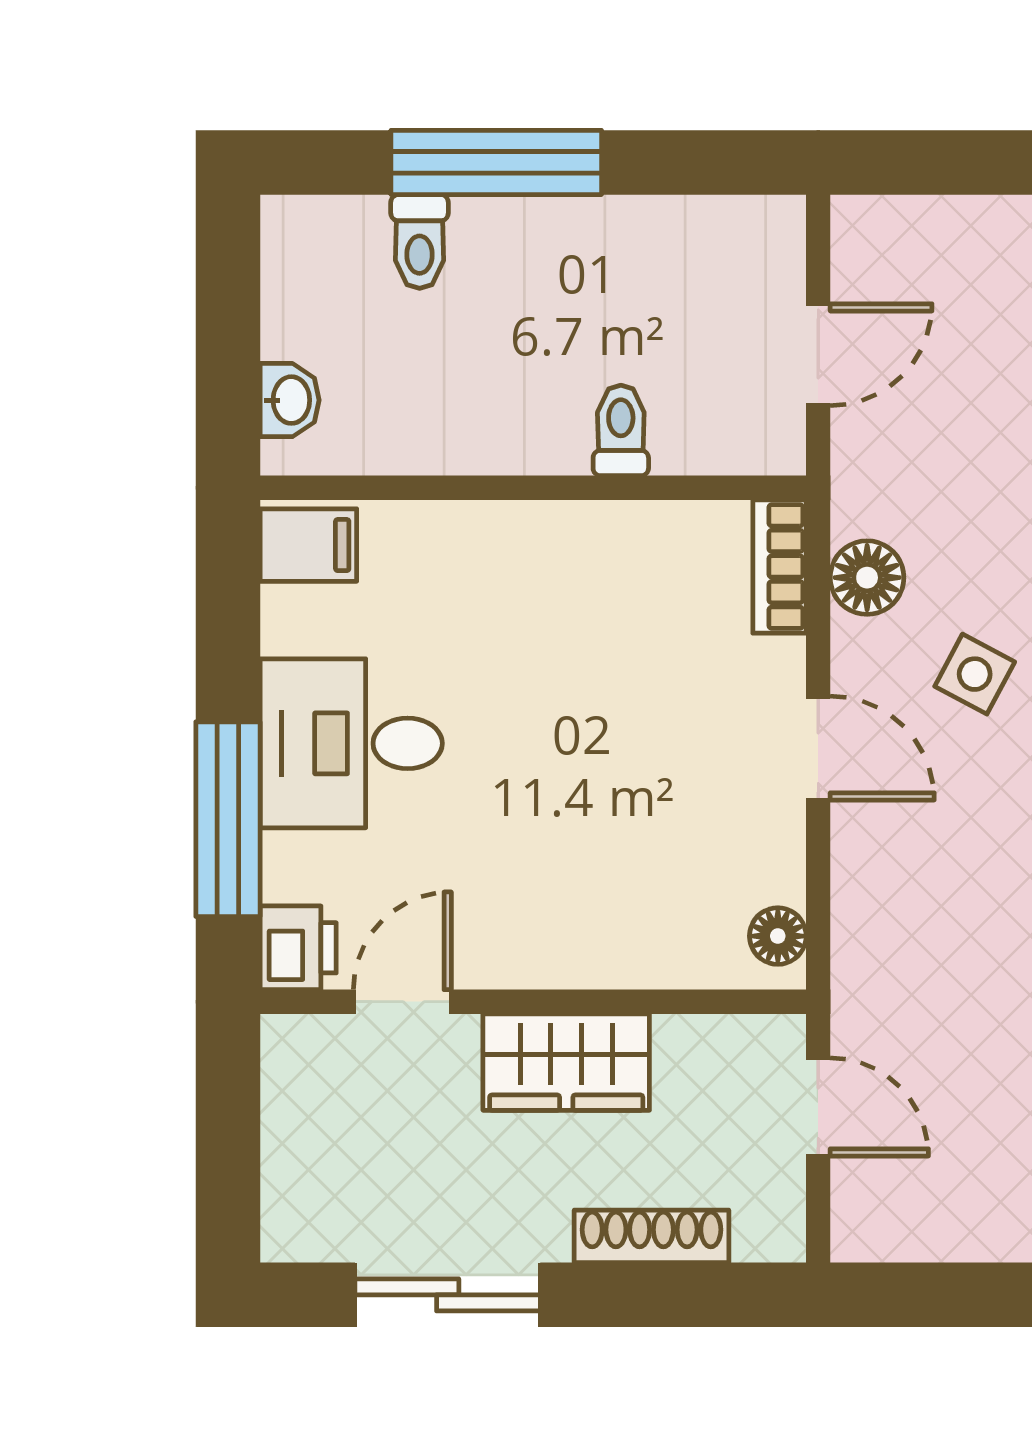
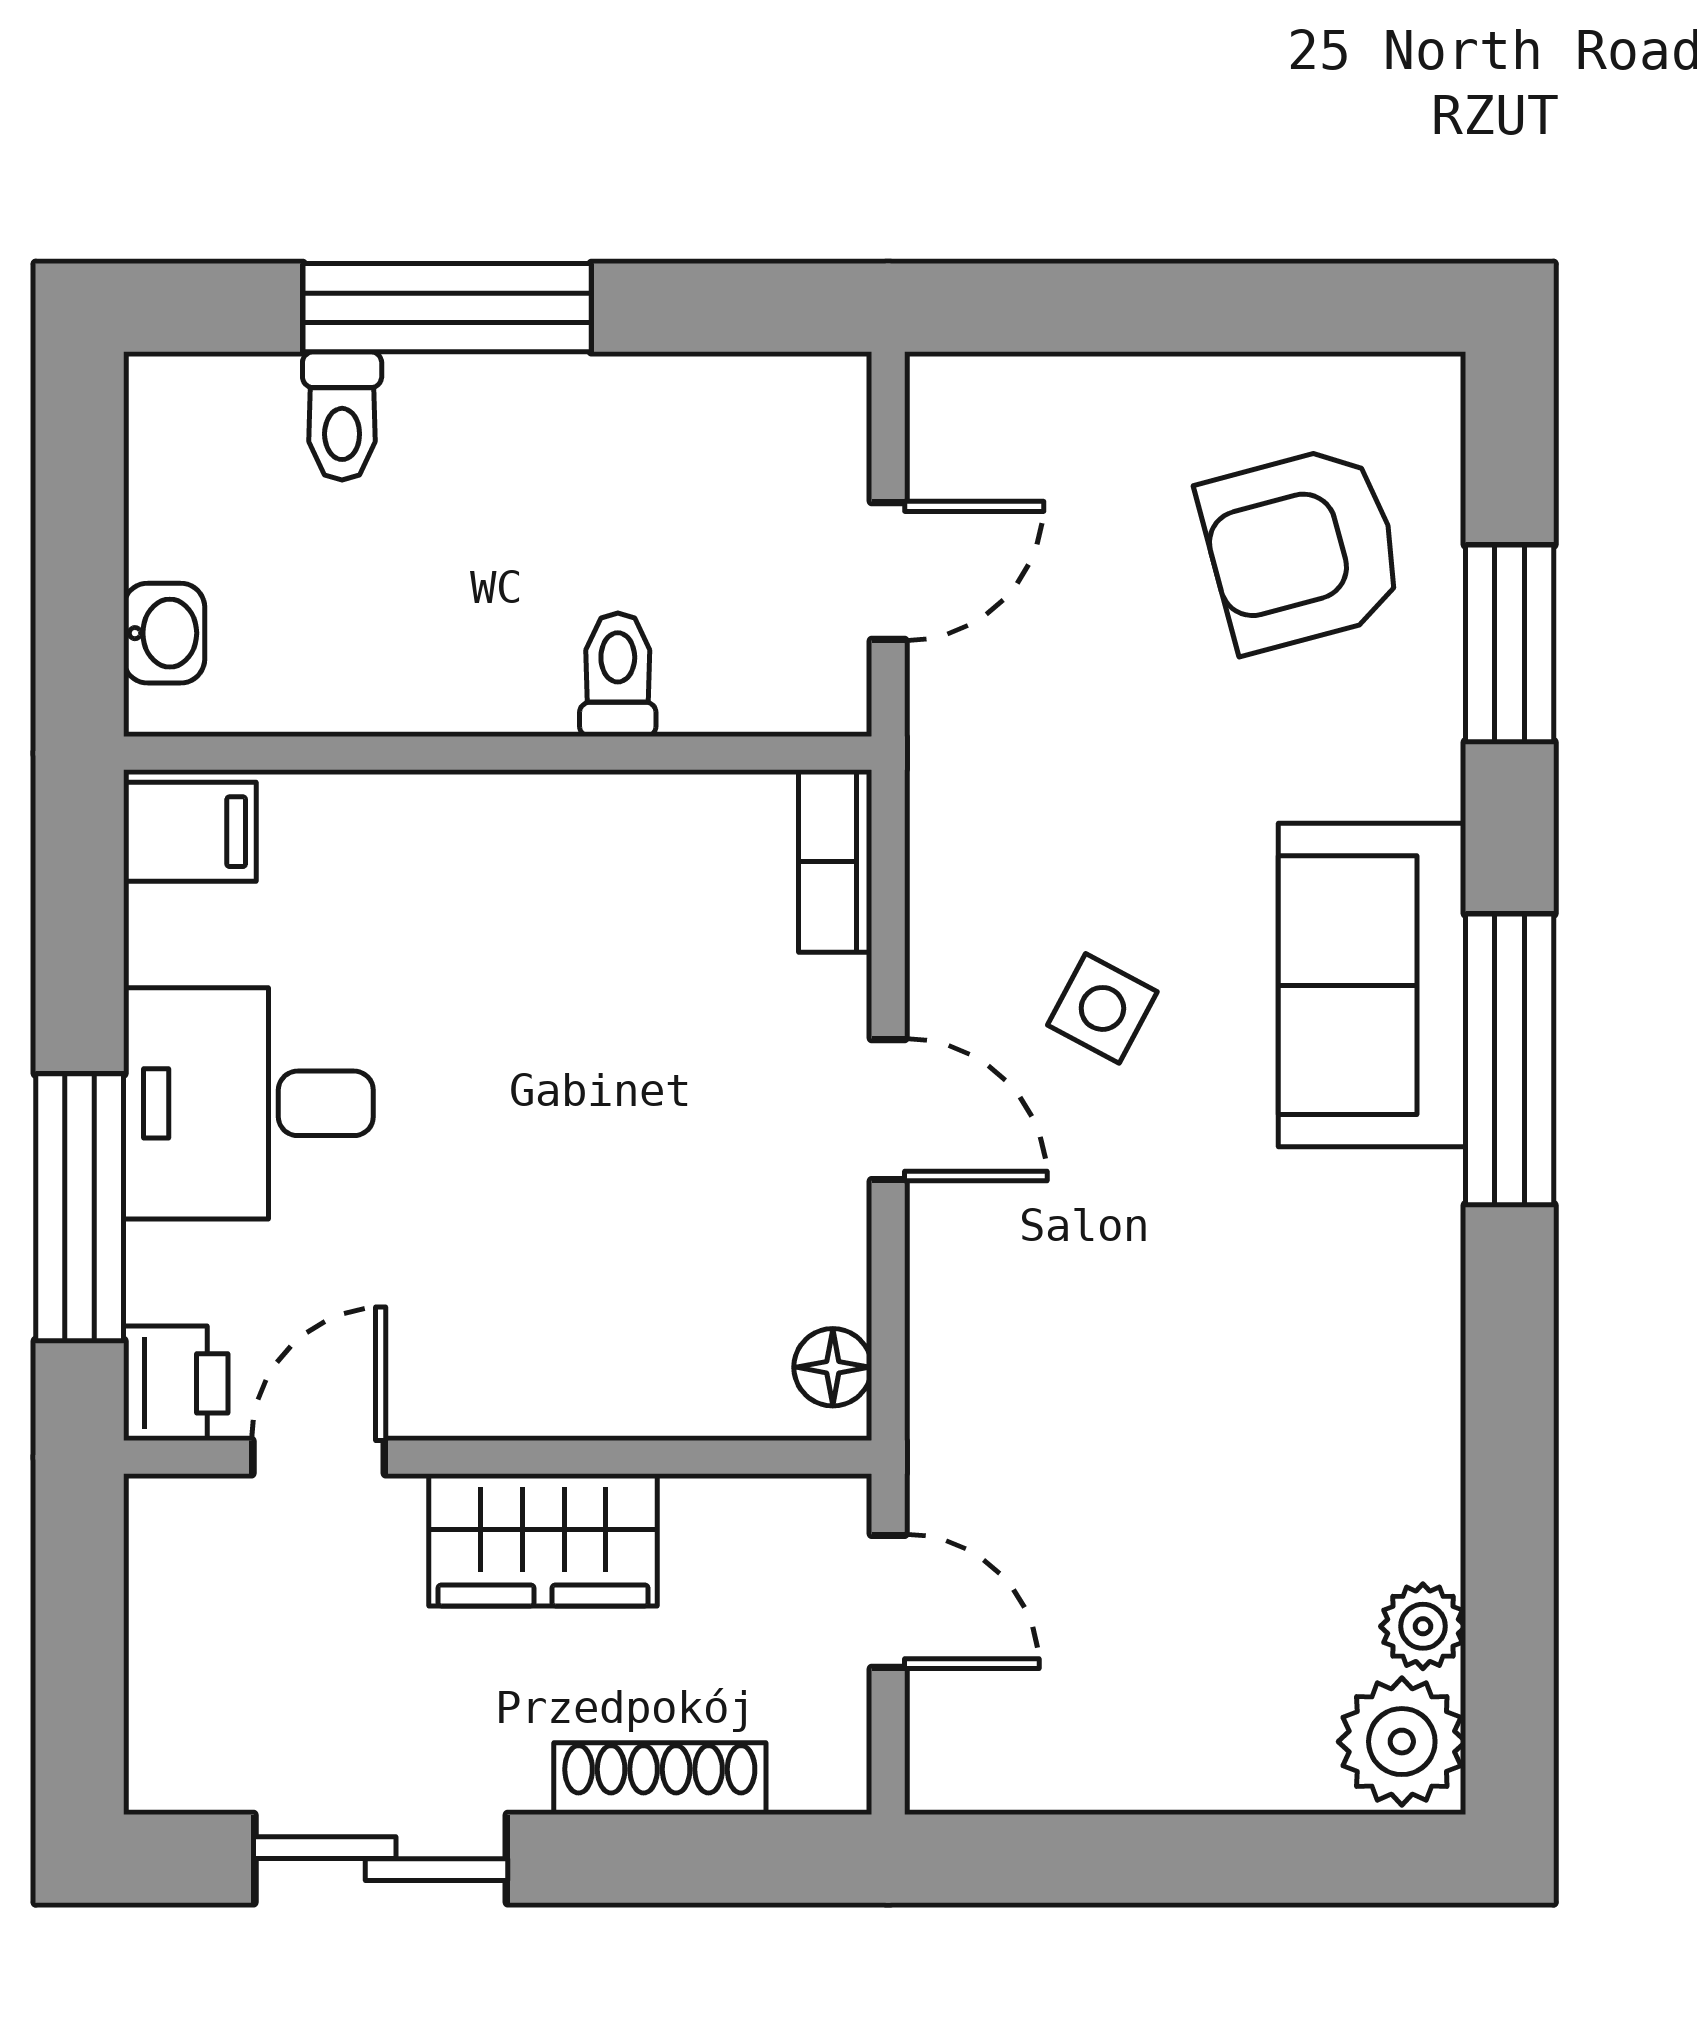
floor lamp: (867, 578) -> (955, 876), removed

